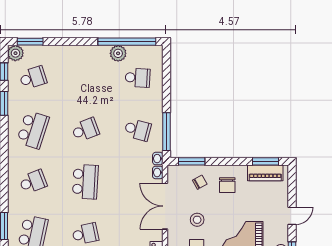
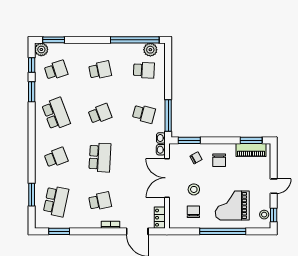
plant: (118, 53) -> (150, 50), moved
school desk: (85, 78) -> (100, 70), added
school desk: (33, 130) -> (56, 114), turned -39

